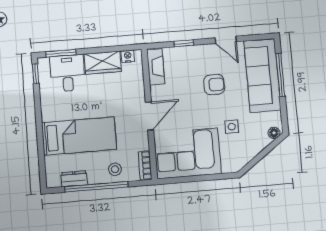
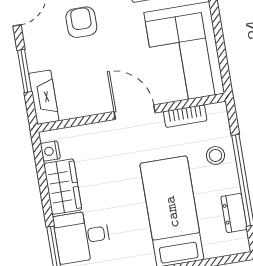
window: (184, 43) -> (24, 71), width x1.50
fireplace: (156, 67) -> (44, 97), moved, turned 90
bookcase: (145, 166) -> (185, 116), moved

